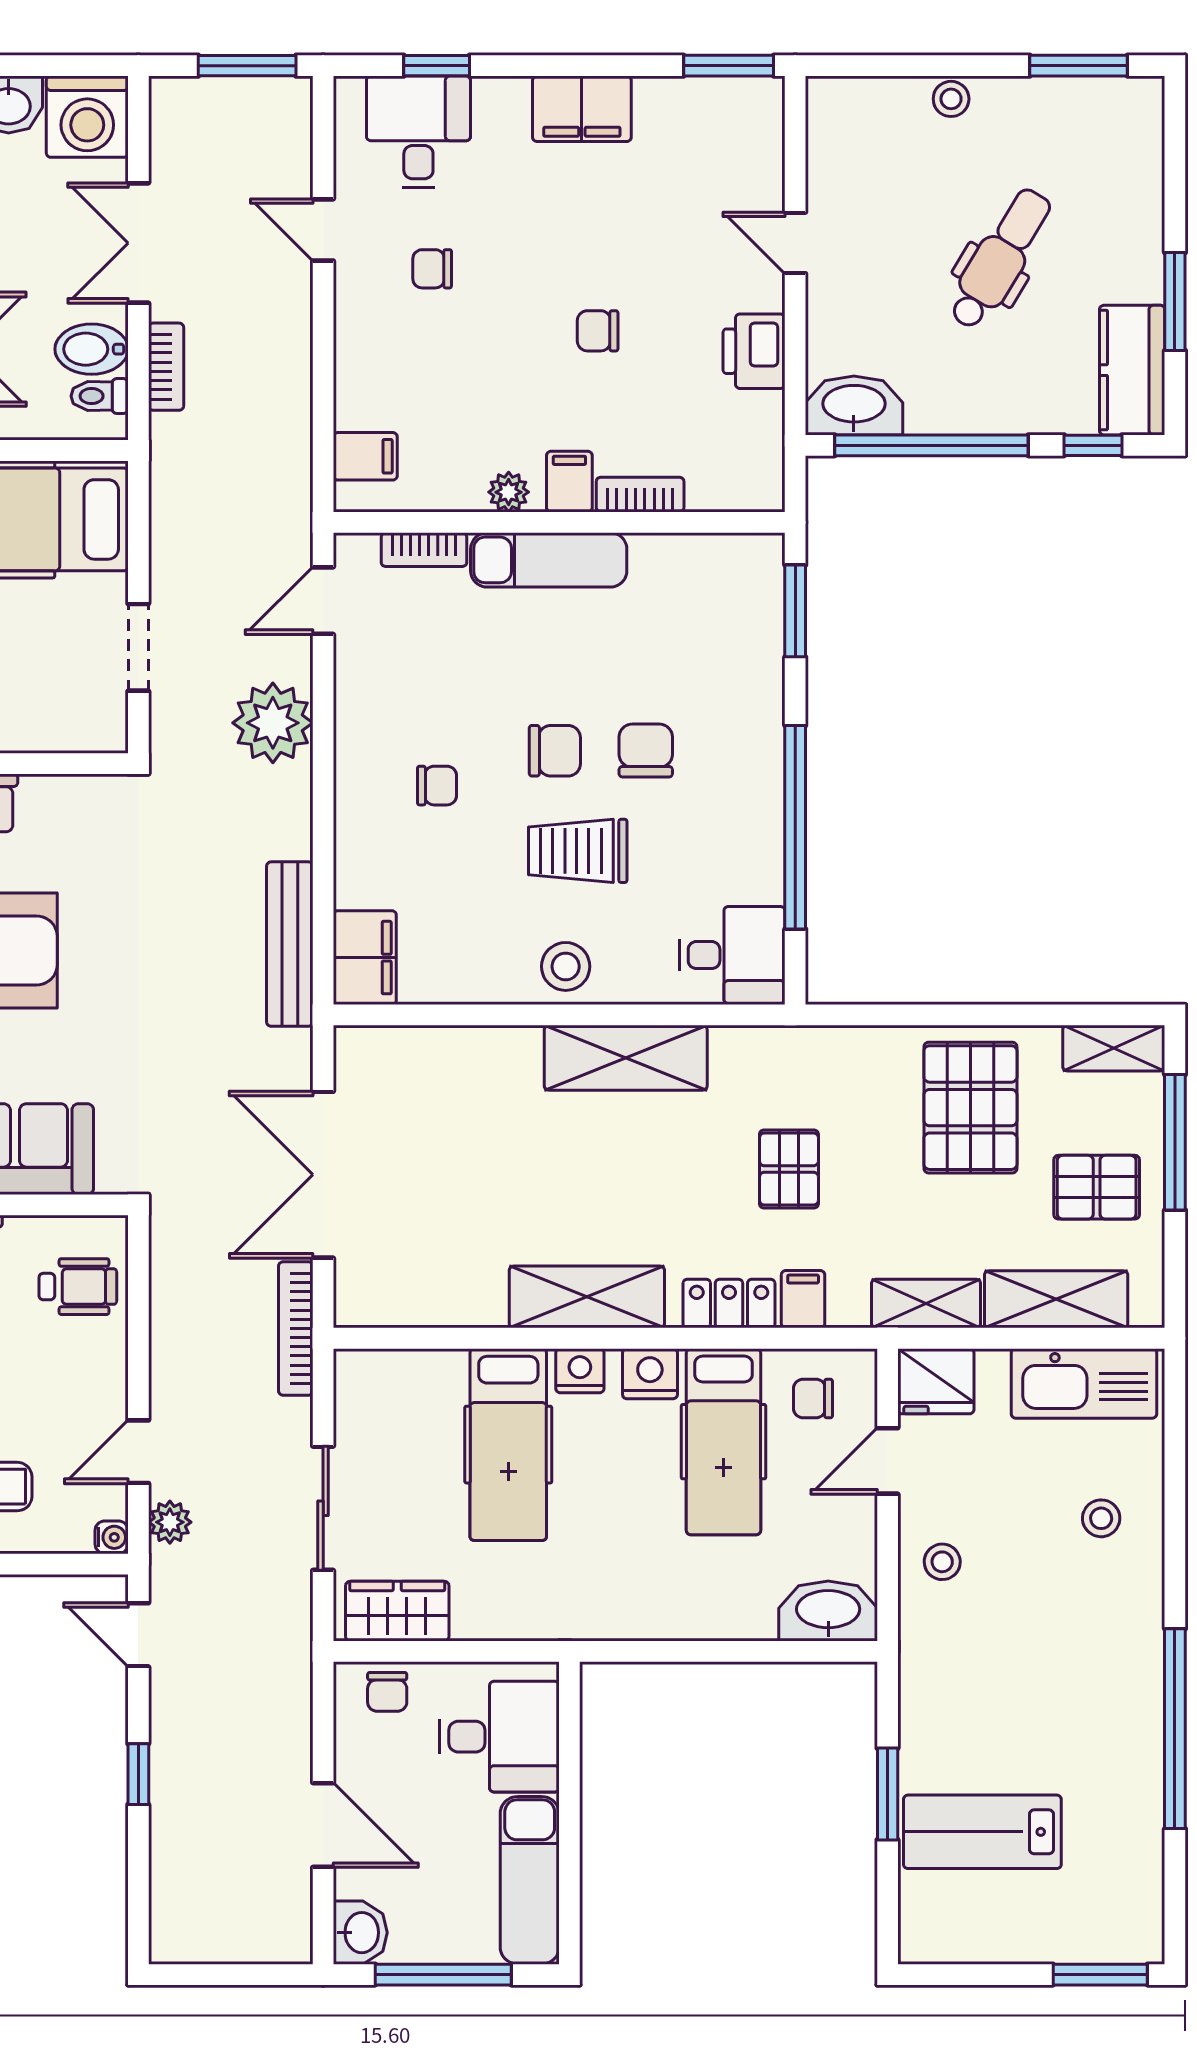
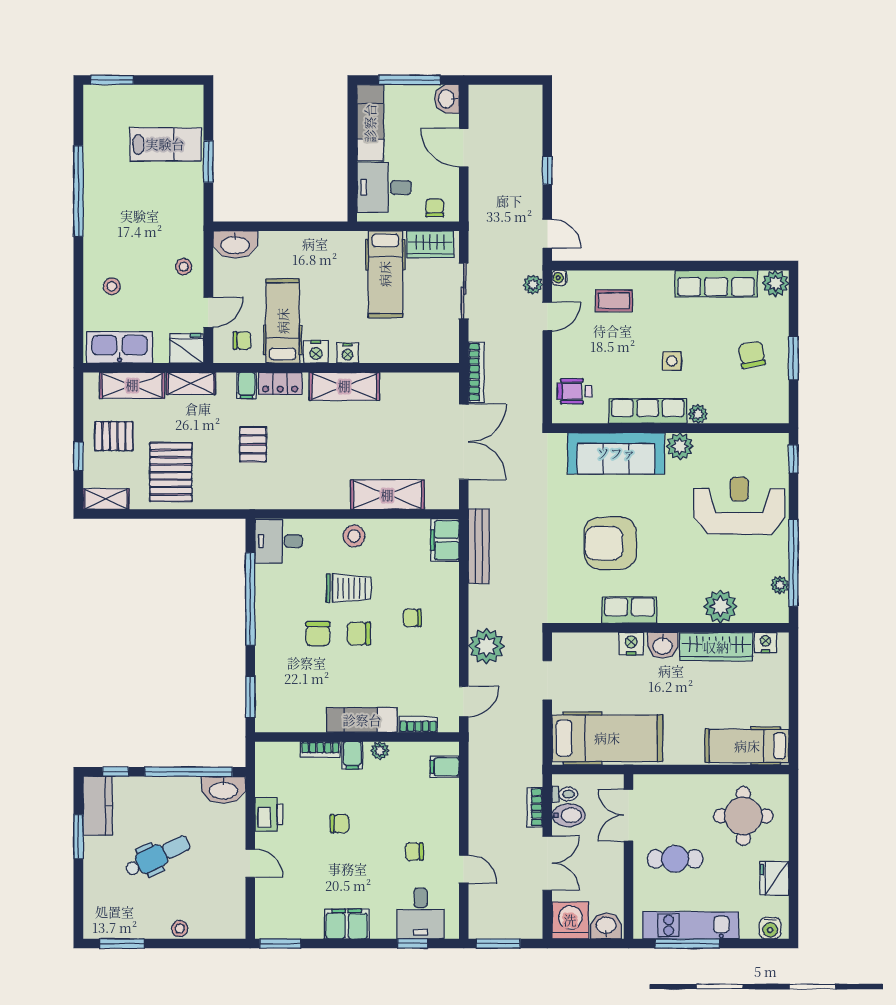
dental chair: (1000, 259) -> (158, 856), turned -147
chair: (432, 269) -> (414, 852), turned 180
shelving: (626, 1058) -> (387, 495), moved
window: (1175, 1142) -> (78, 456), width x0.46
hospital bed: (508, 1445) -> (385, 274), moved, turned 180

